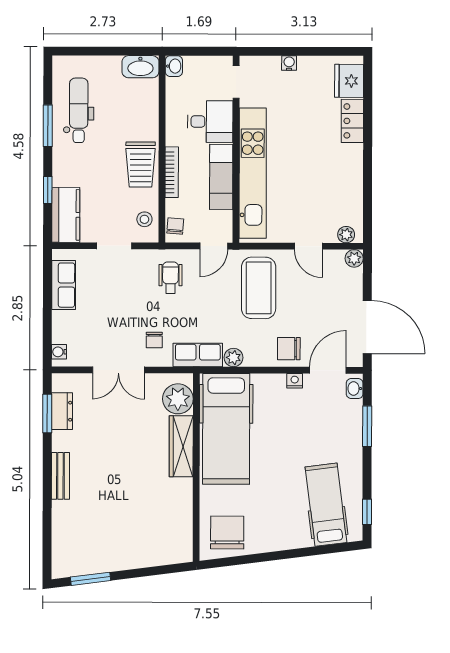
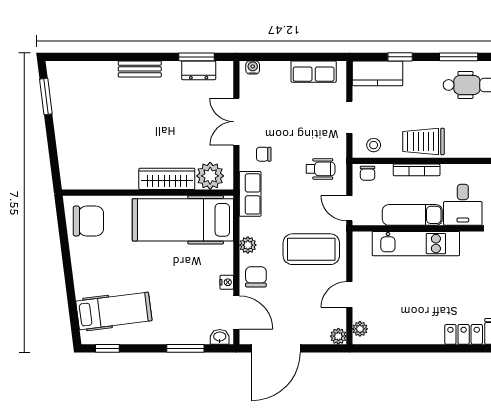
kitchen unit: (253, 173) -> (416, 244), width x0.73
chair: (175, 226) -> (368, 173), turned 85
plant: (234, 358) -> (248, 245), moved

